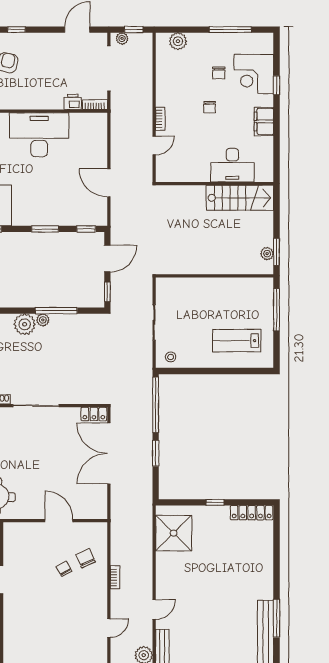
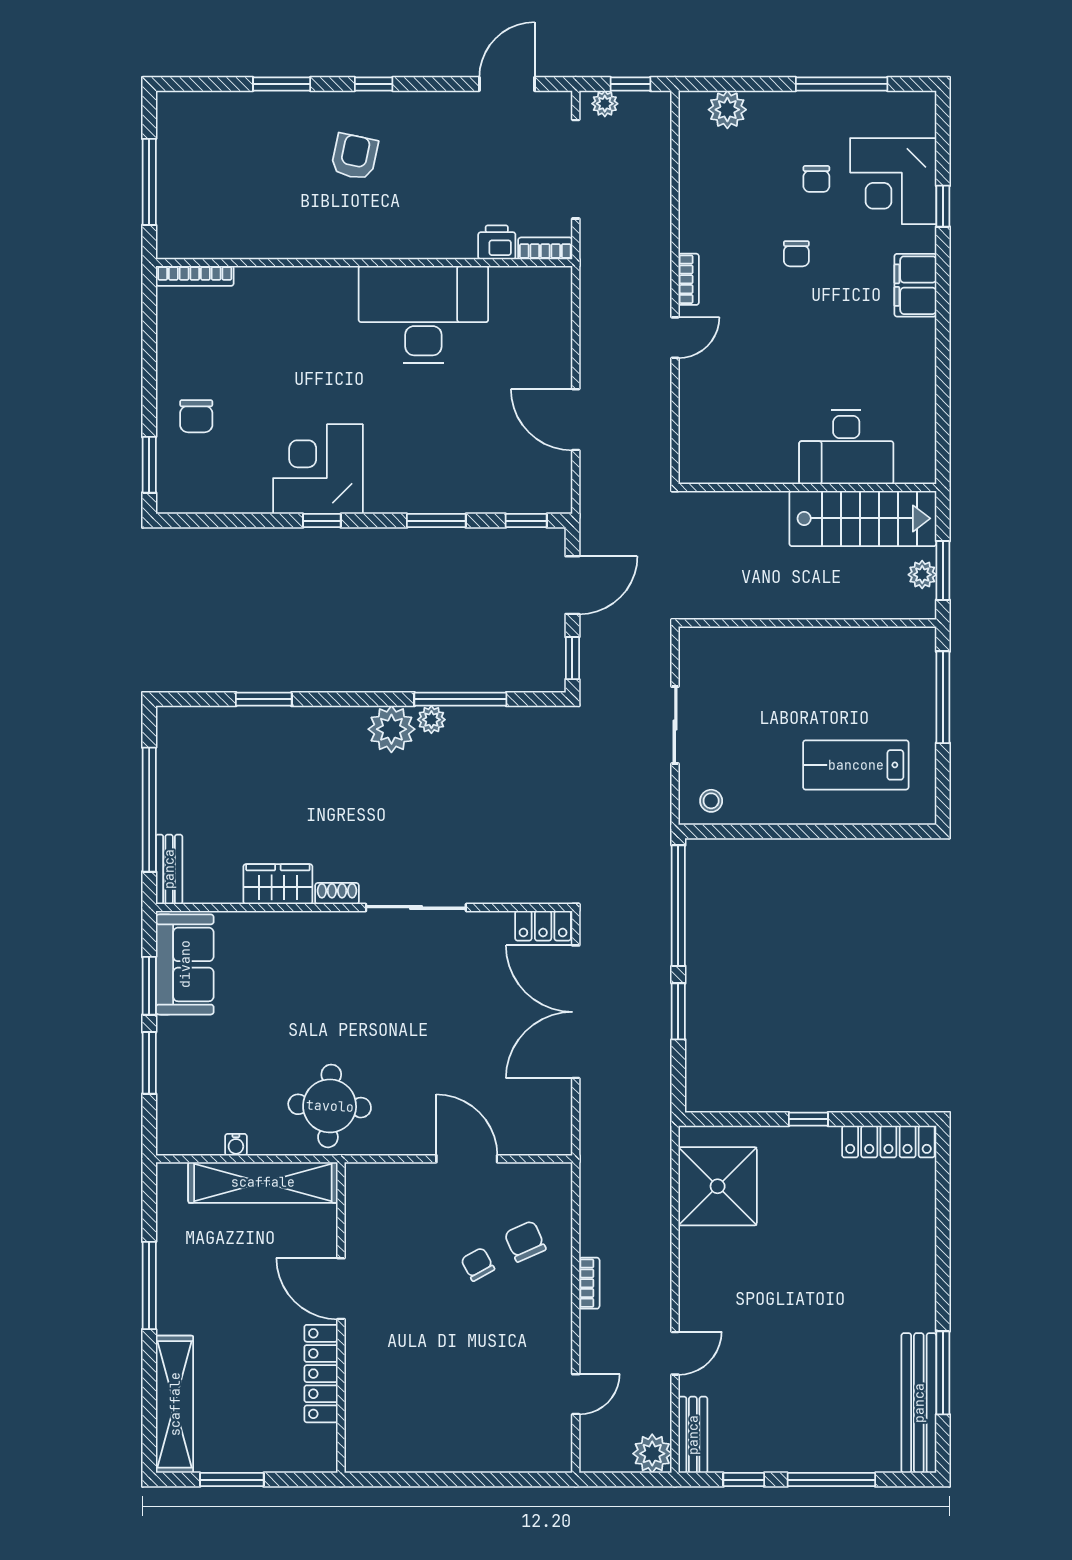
desk: (232, 165) -> (846, 447), moved
wall: (215, 184) -> (807, 487), moved
stairs: (240, 198) -> (863, 518), moved

